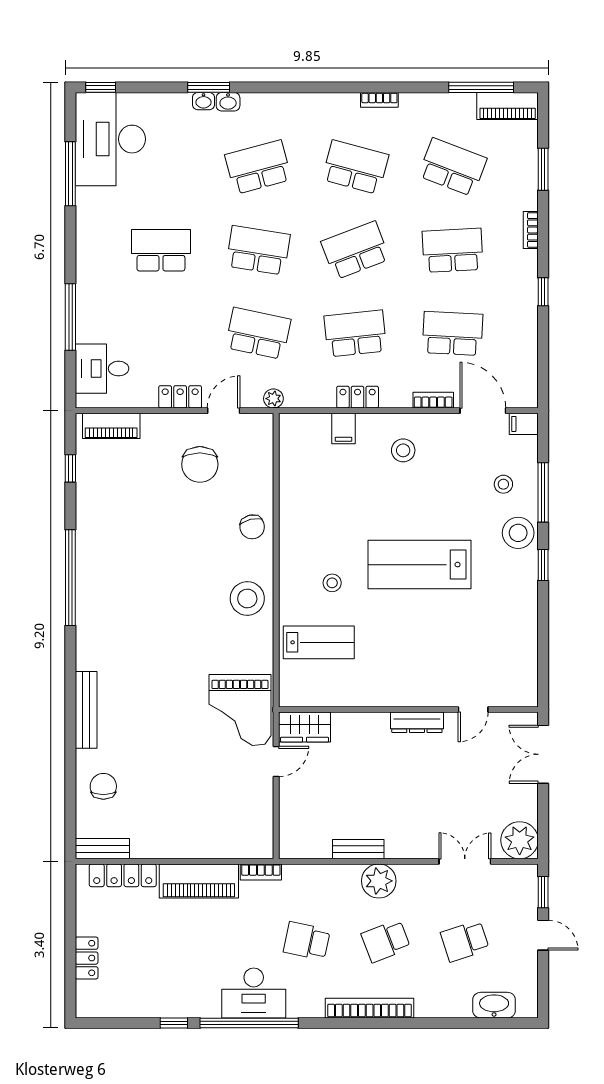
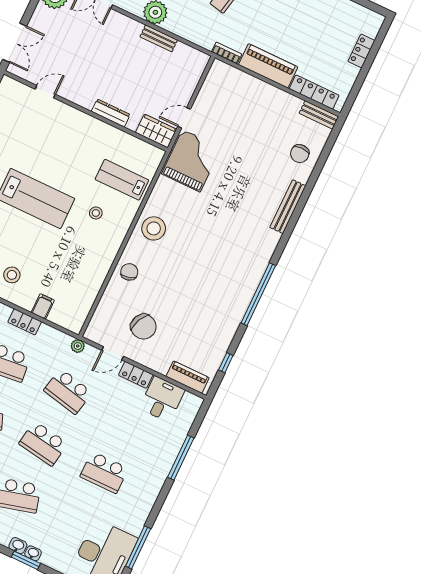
desk: (102, 369) -> (162, 399), moved, turned -90
chair: (200, 464) -> (143, 327), turned 115
dresser: (417, 722) -> (111, 113), moved

